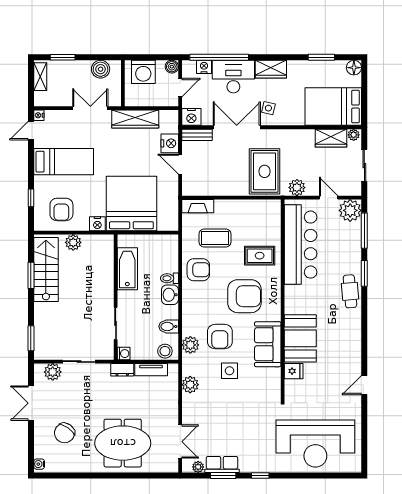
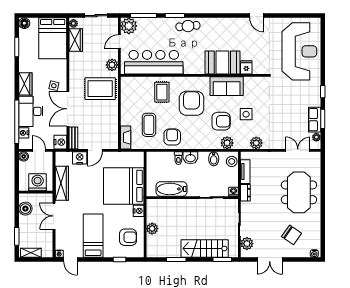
washing machine: (143, 72) -> (38, 182), moved, turned -90
stairs: (46, 270) -> (205, 248), moved

